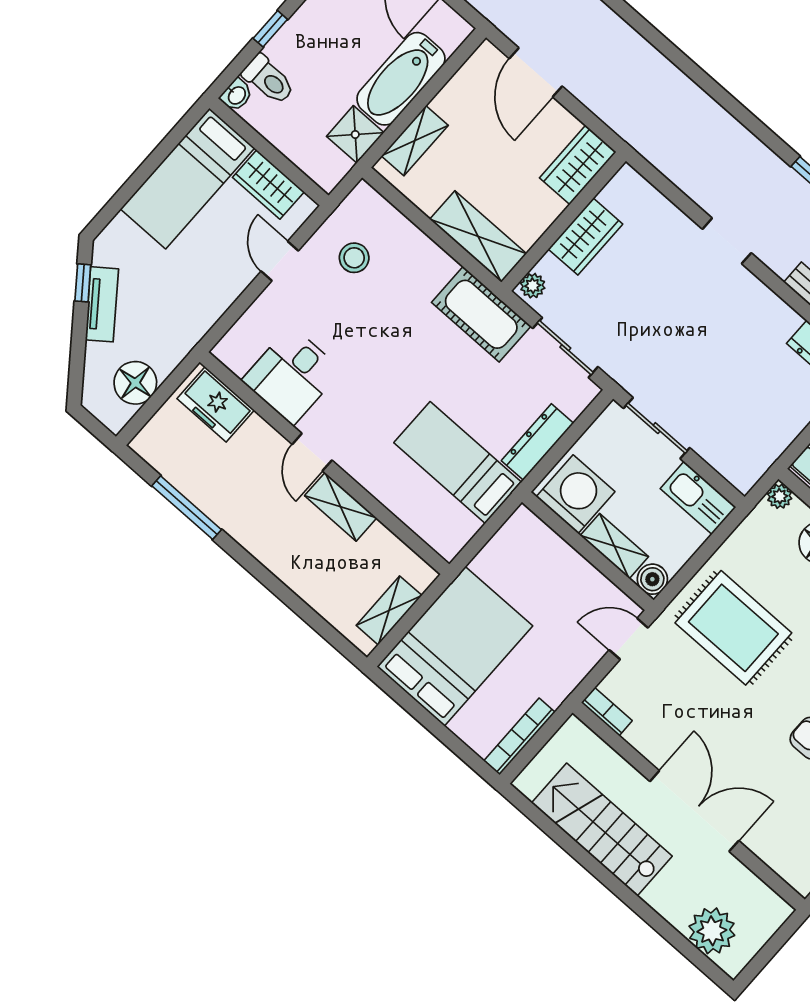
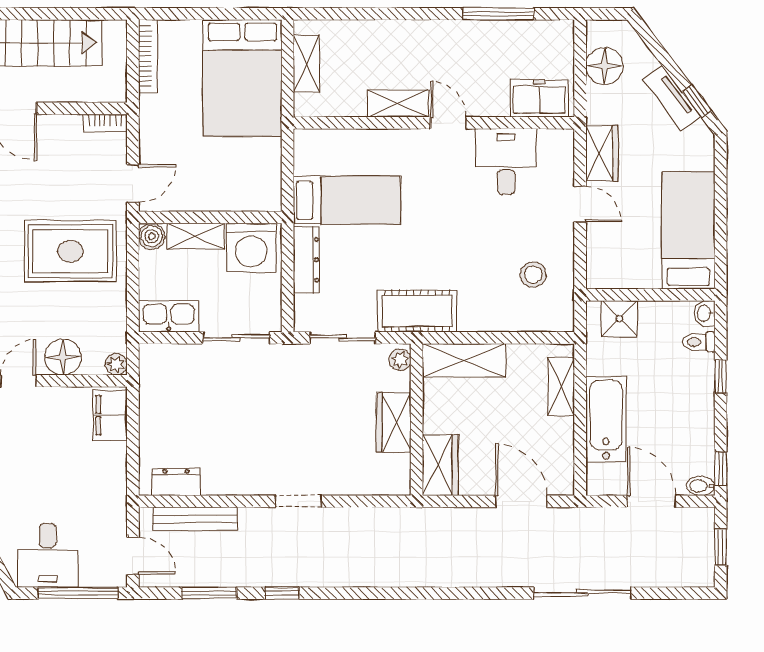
toilet: (268, 80) -> (699, 342), width x0.73, depth x0.72
shower: (355, 134) -> (619, 319), moved
wardrobe: (268, 185) -> (602, 153), moved, turned 90
door: (280, 261) -> (580, 204), moved

